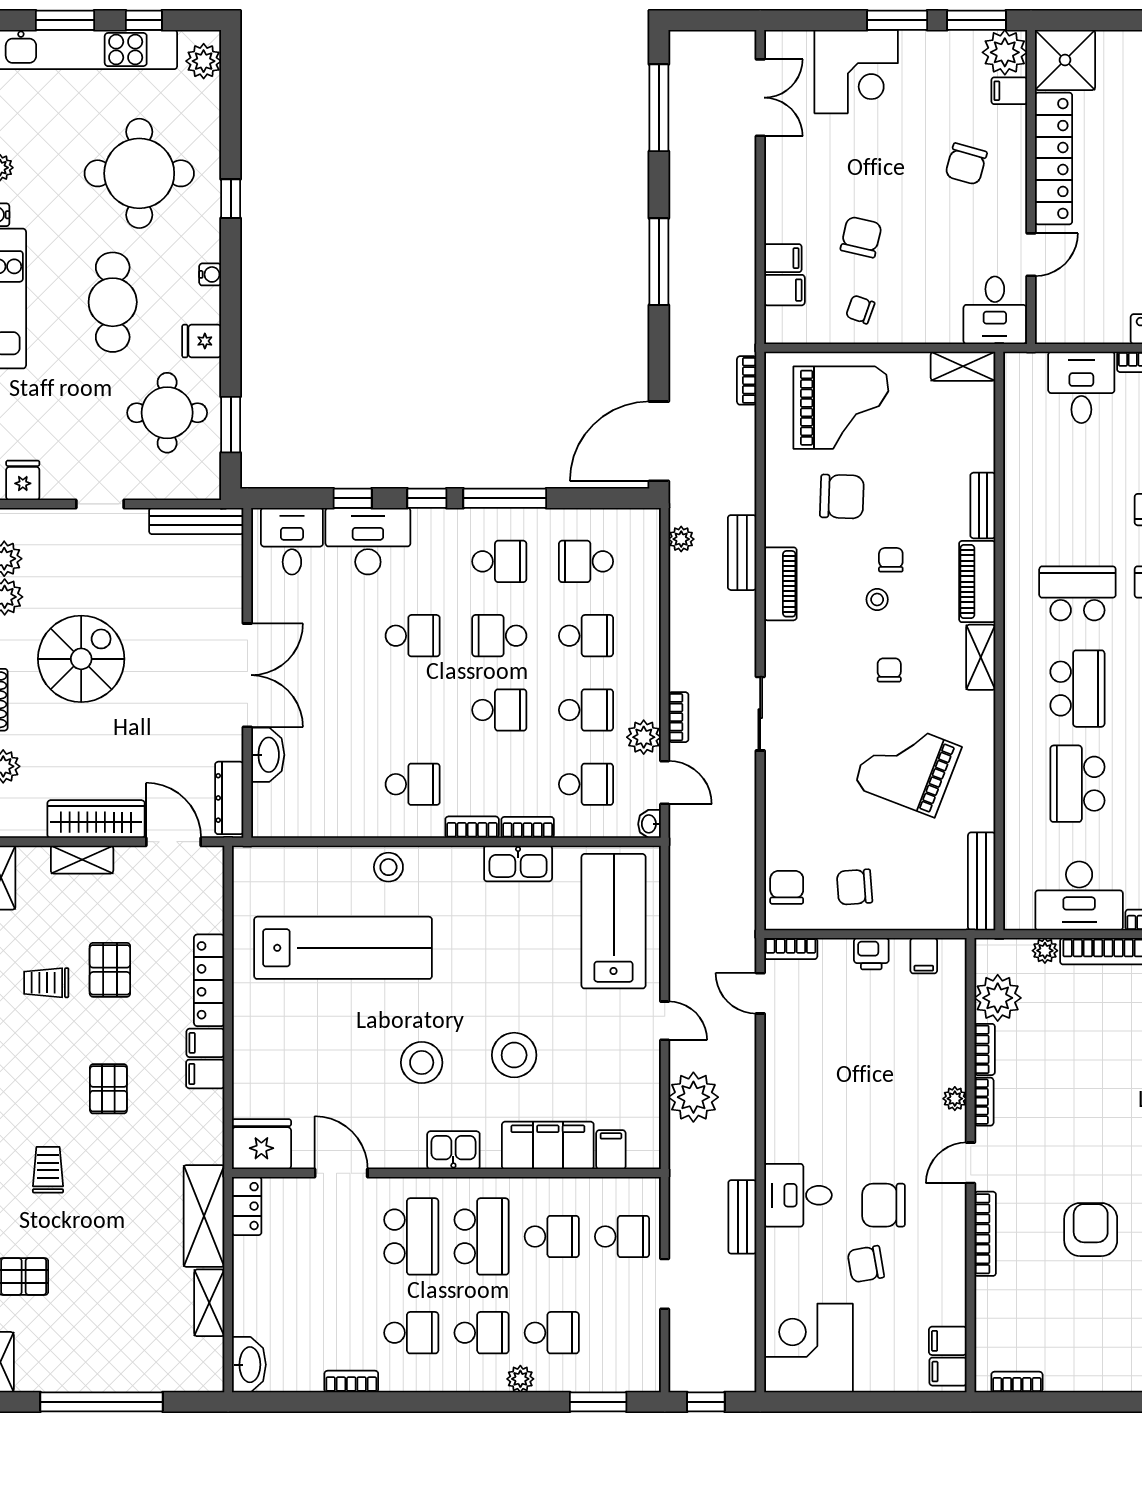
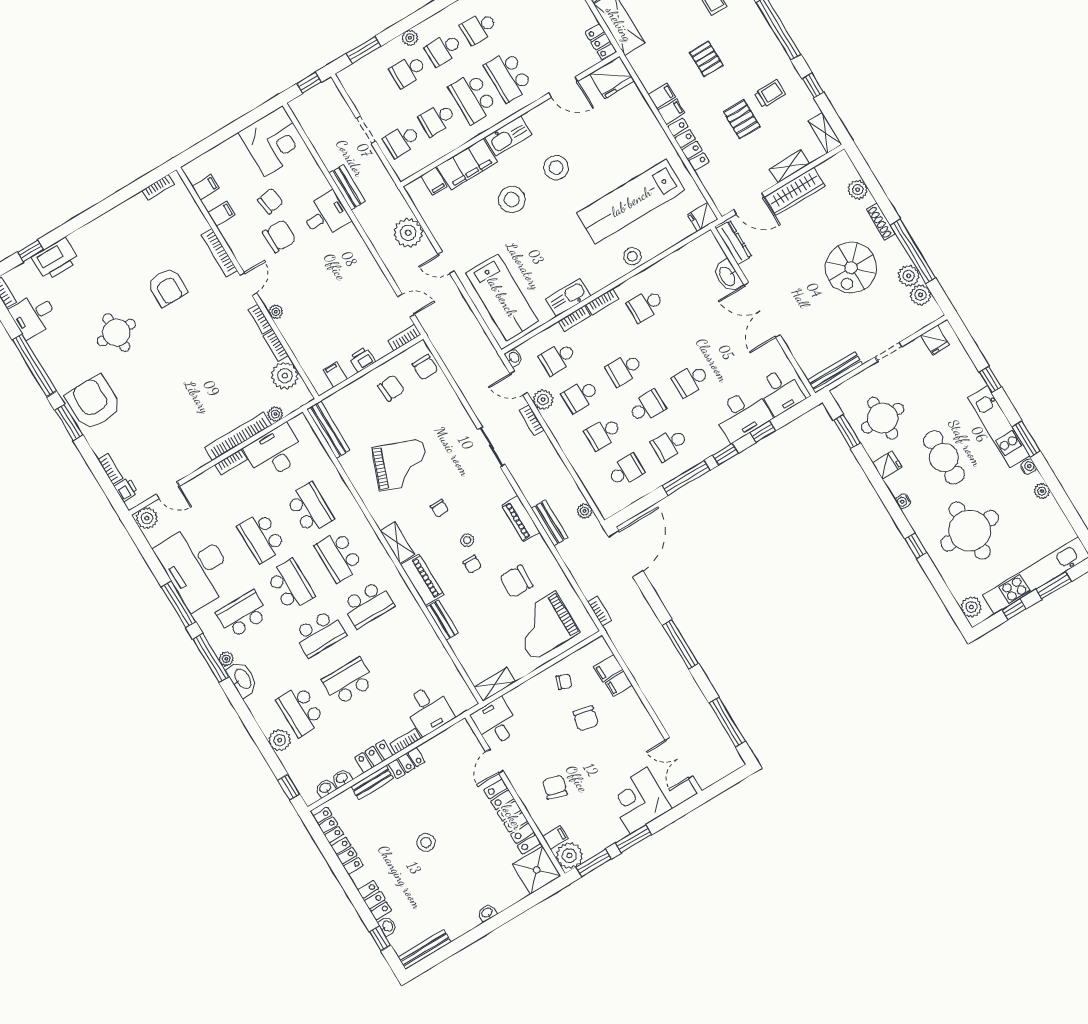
fridge: (252, 863) -> (703, 217), added
kitchen sink: (453, 1150) -> (508, 136), width x1.38
filing cabinet: (948, 1372) -> (221, 214), moved

